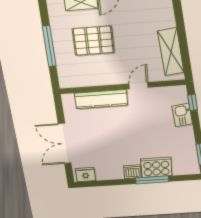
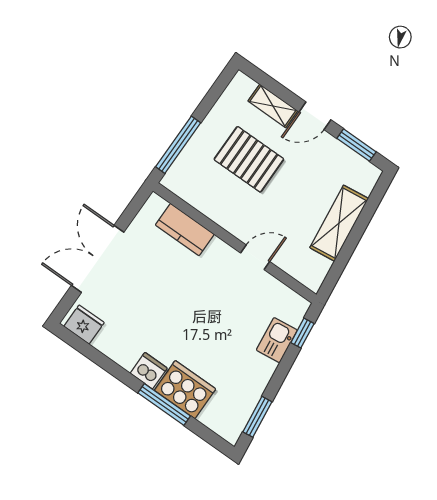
window: (49, 46) -> (178, 145), moved
shelving: (171, 52) -> (339, 223), moved
kitchen counter: (101, 99) -> (185, 230), width x0.67

